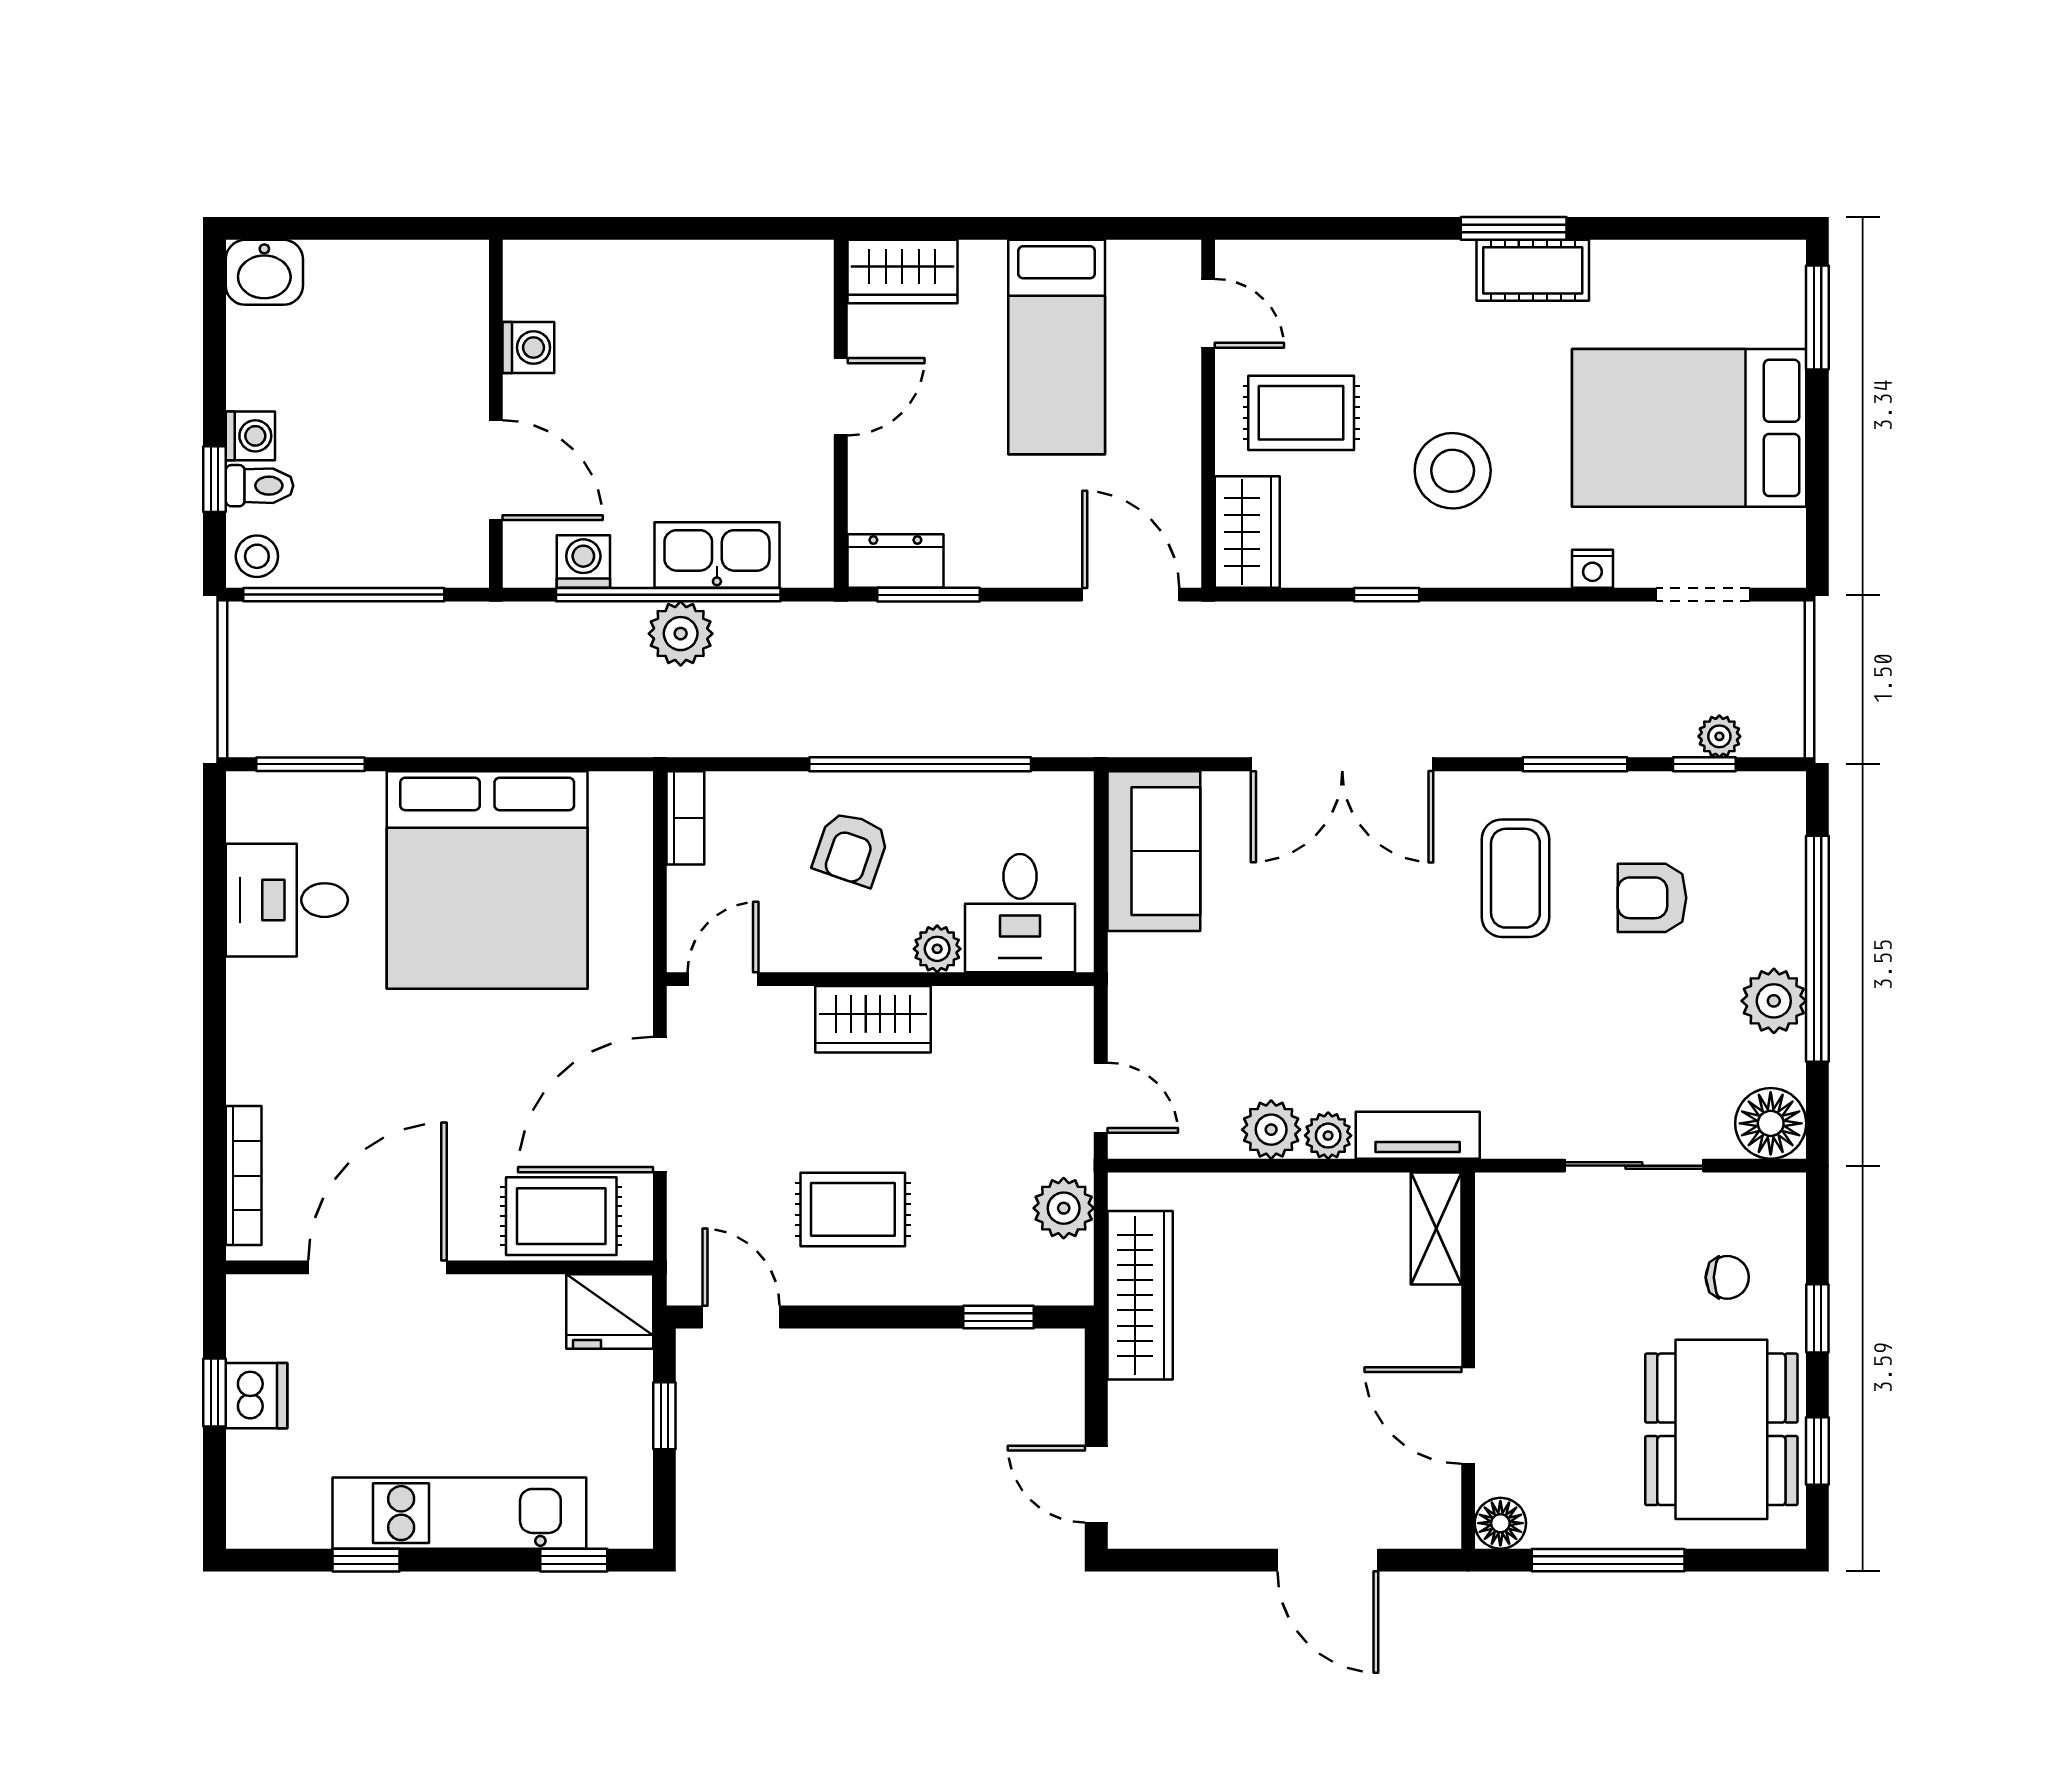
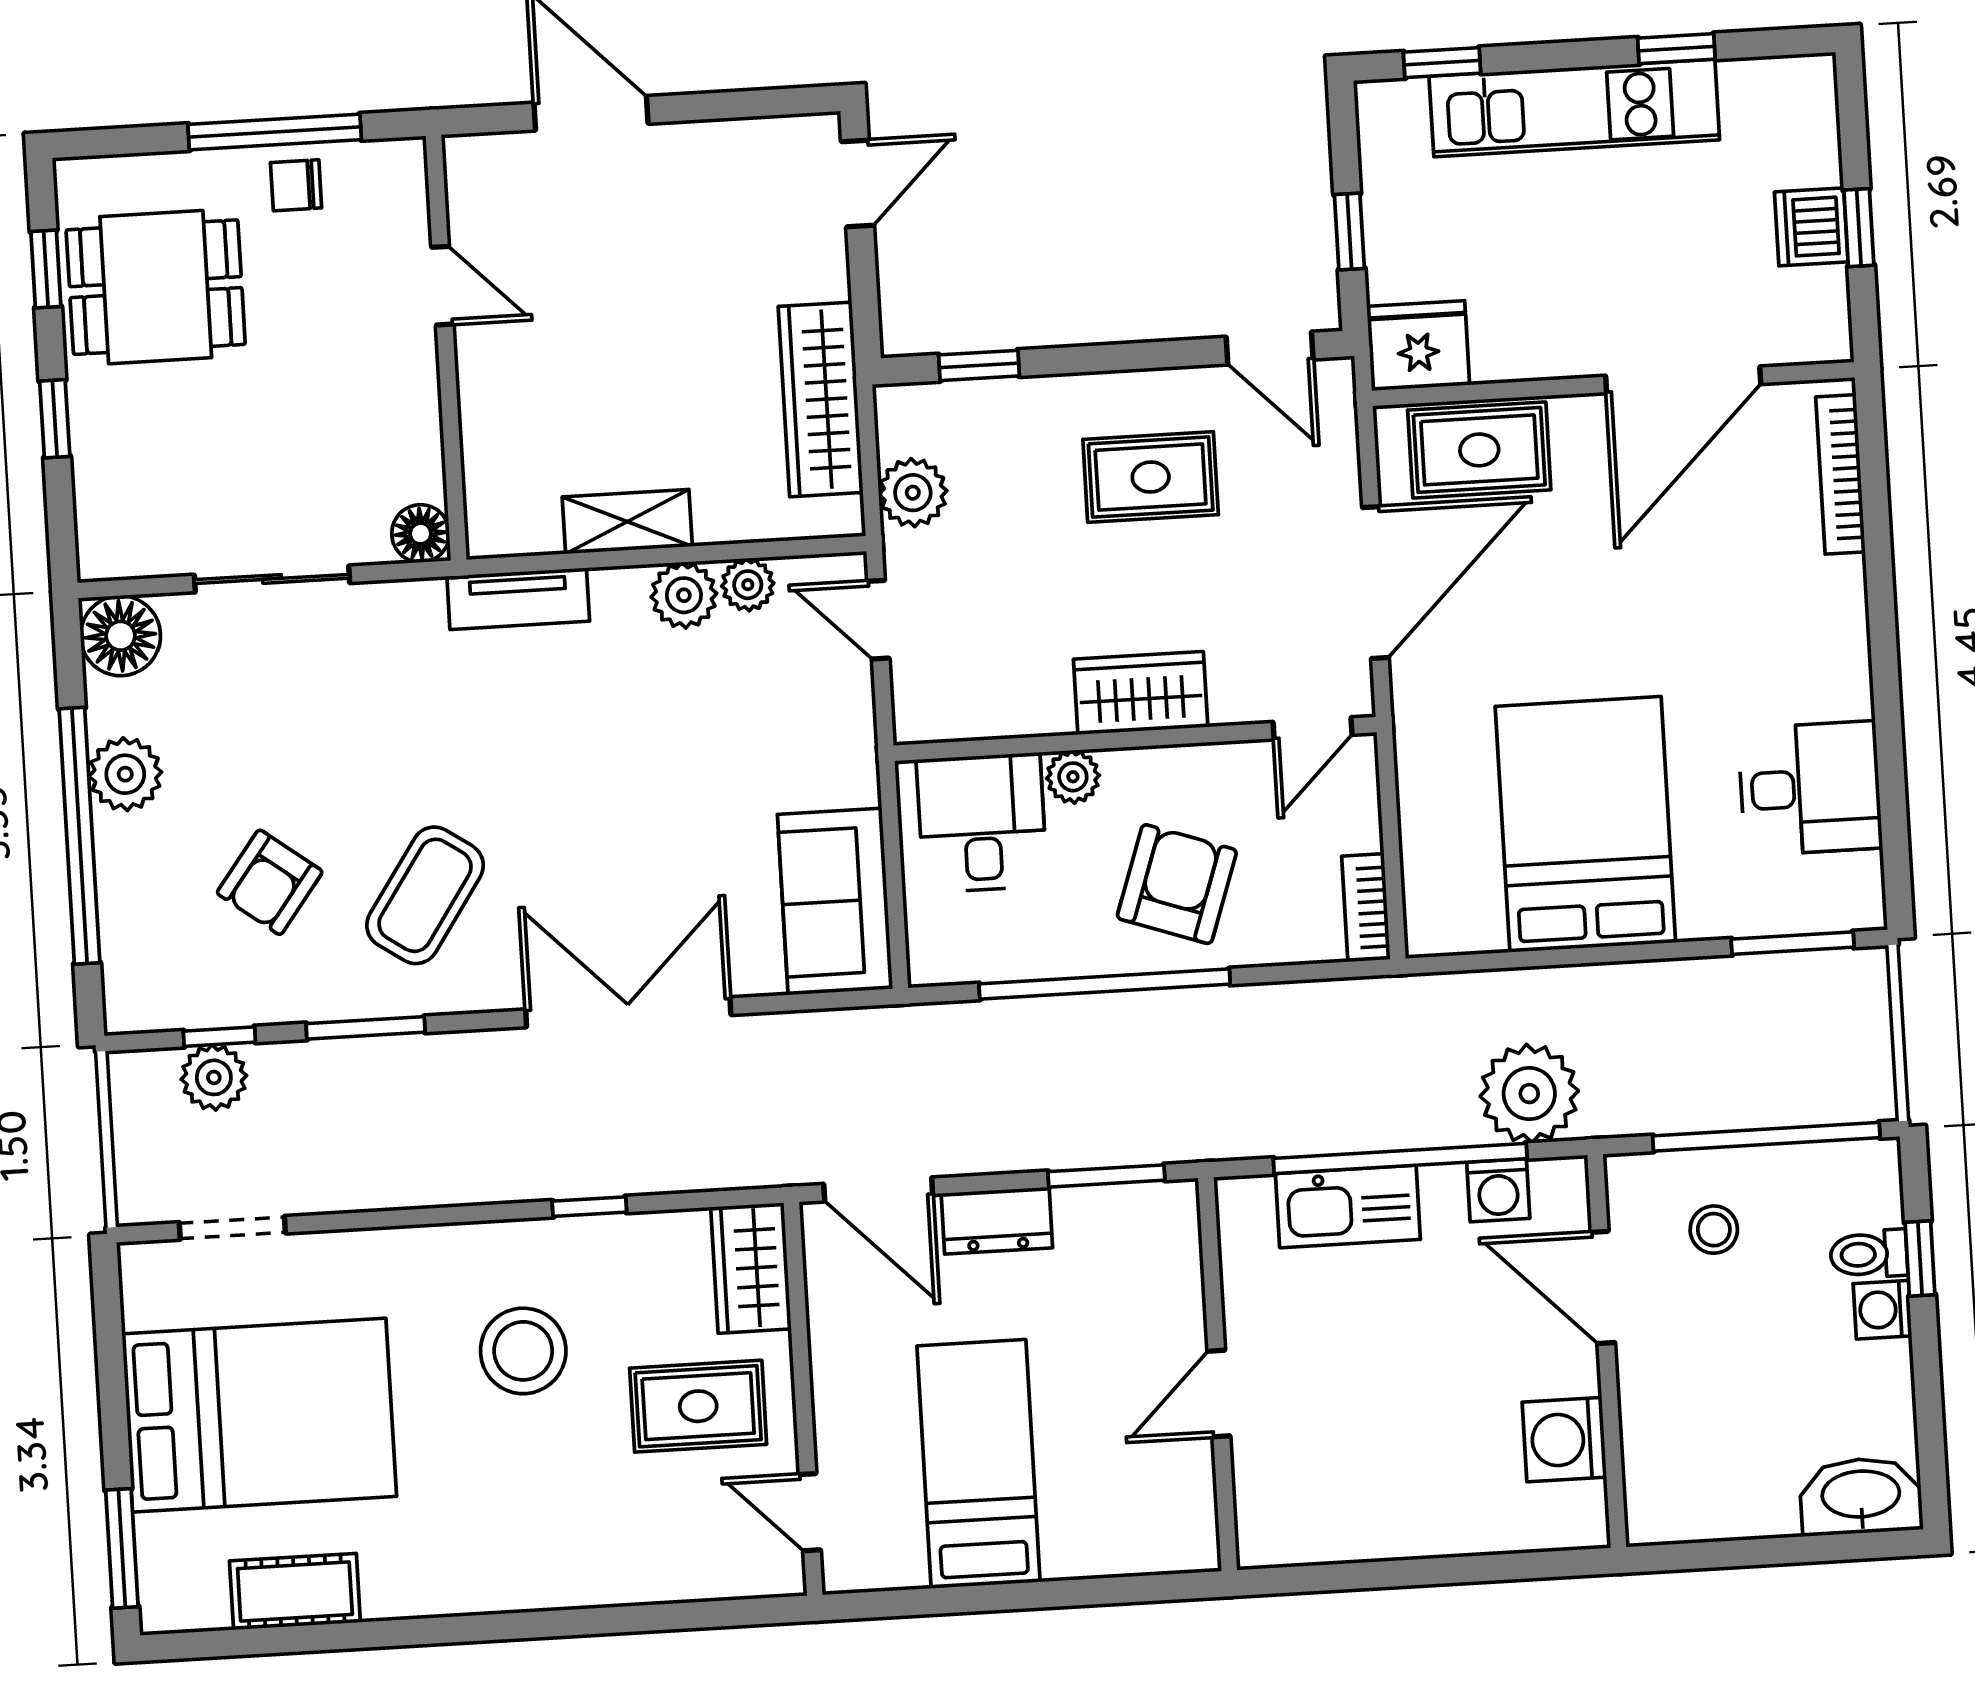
window: (1514, 228) -> (471, 1628), removed
cot: (1533, 270) -> (295, 1592), moved
washbasin: (264, 272) -> (1861, 1496), width x1.38
wardrobe: (902, 272) -> (1158, 1539), removed
washing machine: (528, 348) -> (1564, 1440), width x1.38, depth x1.38
stool: (257, 556) -> (1714, 1230), moved
dresser: (895, 561) -> (997, 1221), moved
nightstand: (1592, 569) -> (359, 1250), removed
plant: (681, 634) -> (1529, 1094), moved, width x1.36, depth x1.36
plant: (1719, 736) -> (214, 1077), width x1.38, depth x1.38
armchair: (851, 849) -> (1177, 884), width x1.38, depth x1.38
coffee table: (1515, 878) -> (425, 895), turned 34
bed: (487, 880) -> (1585, 824), width x0.73
armchair: (1652, 898) -> (270, 882), turned 127
plant: (1328, 1136) -> (748, 585), moved
shelving: (1436, 1228) -> (627, 522), moved, turned 90
chair: (1727, 1277) -> (296, 185), moved
door: (1468, 1416) -> (442, 286), width x0.73
dining table: (1721, 1429) -> (156, 287), width x0.73
door: (1096, 1484) -> (858, 183), hinge flipped
floor lamp: (1500, 1523) -> (421, 534), moved

